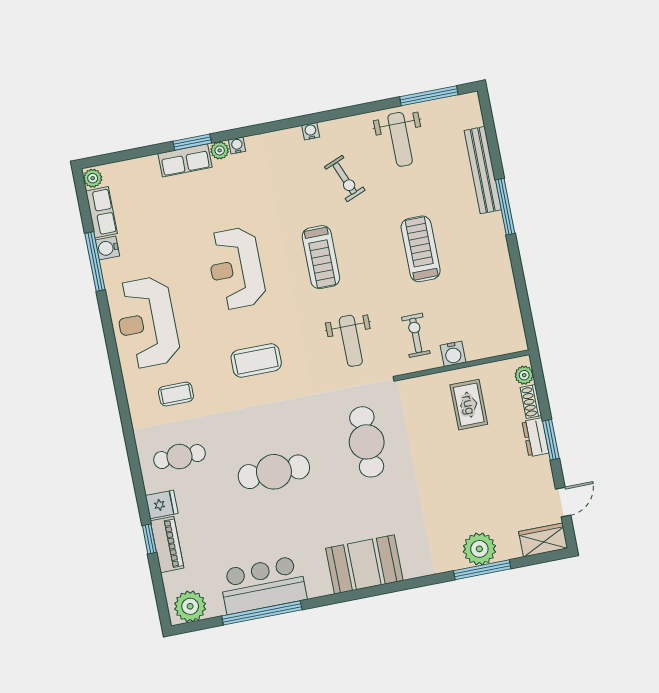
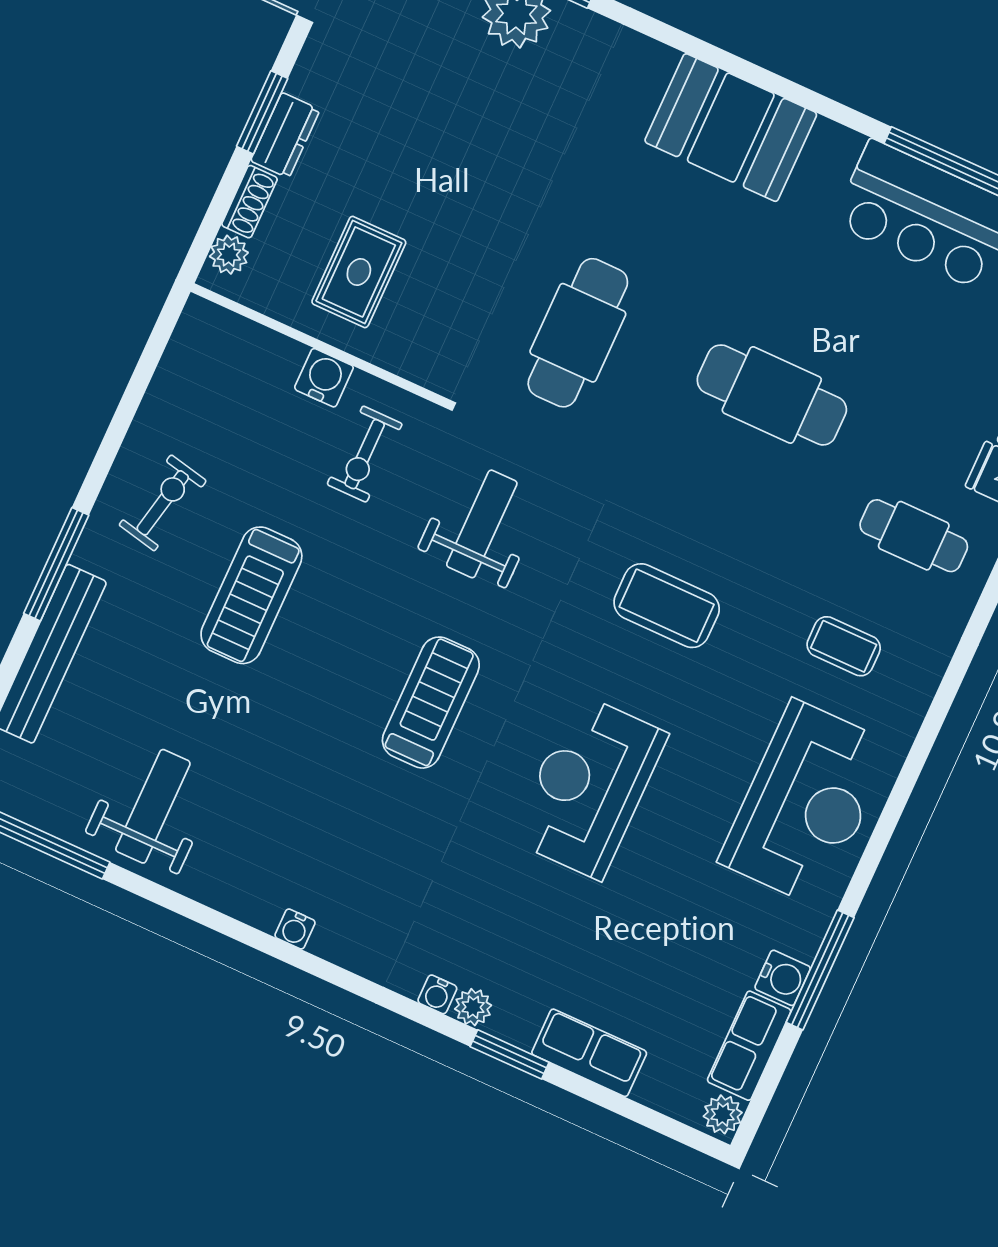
row of seats: (185, 160) -> (589, 1053), moved
exercise bike: (345, 178) -> (163, 503), moved, turned 34
reception desk: (236, 268) -> (589, 787), turned 180

